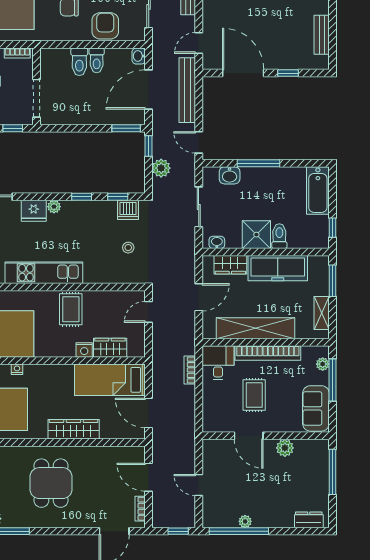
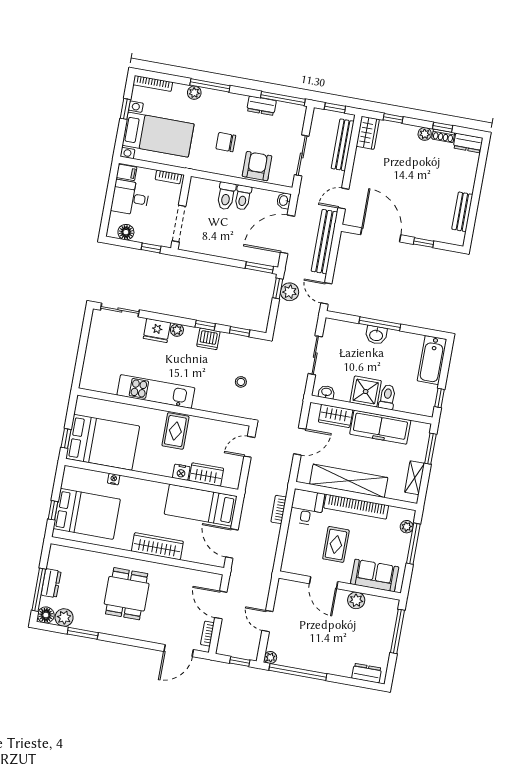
plant: (161, 168) -> (290, 292), moved
washbasin: (230, 175) -> (376, 335), moved
dishwasher: (128, 210) -> (208, 339), moved
sofa: (316, 408) -> (375, 575), moved, turned 90
plant: (245, 521) -> (270, 658), moved

